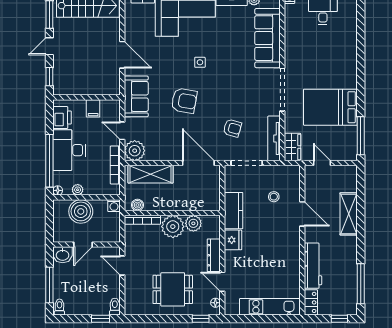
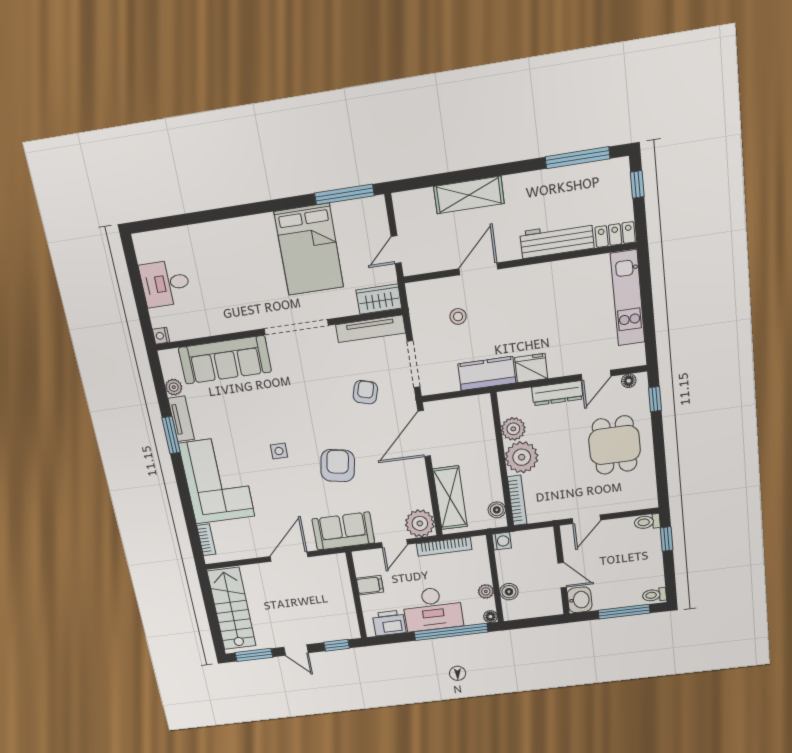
boiler: (81, 211) -> (509, 592), width x0.54, depth x0.54

